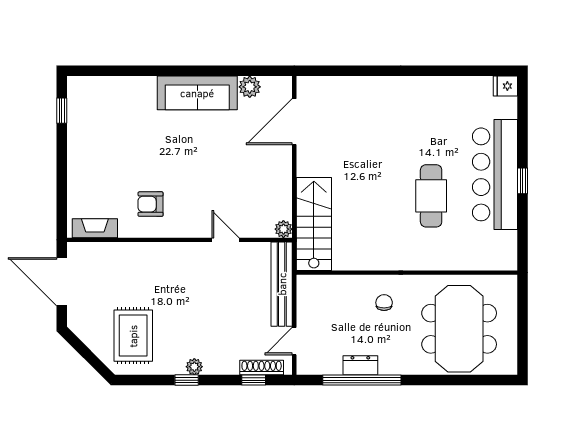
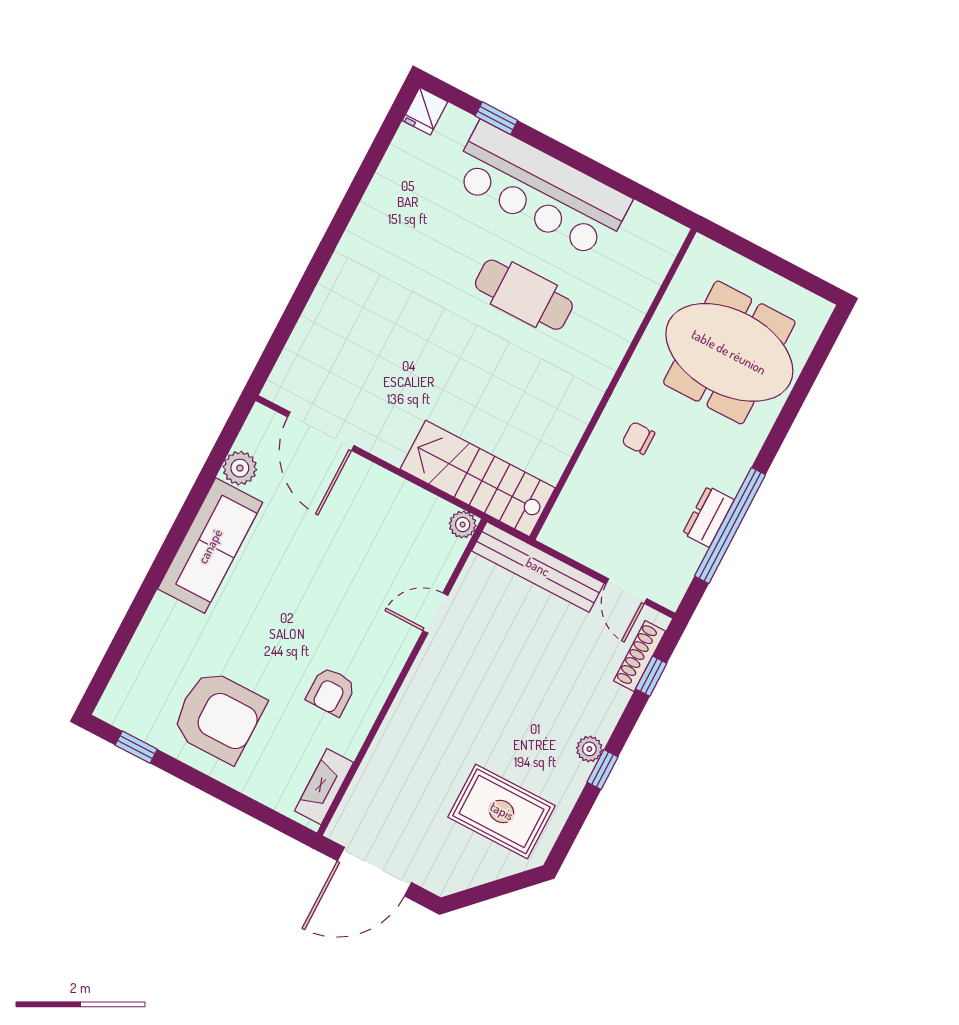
armchair: (103, 148) -> (218, 716), added
window: (523, 181) -> (496, 118), moved

